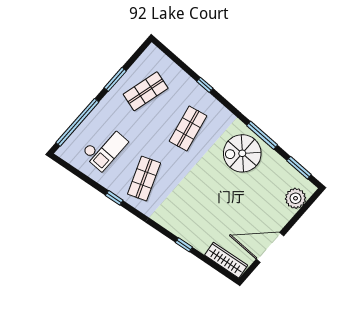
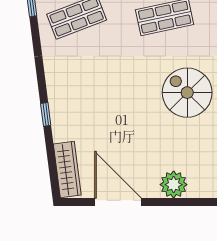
plant: (296, 198) -> (174, 185), moved

